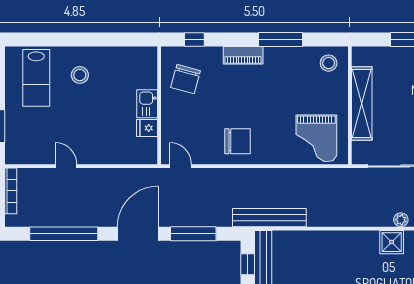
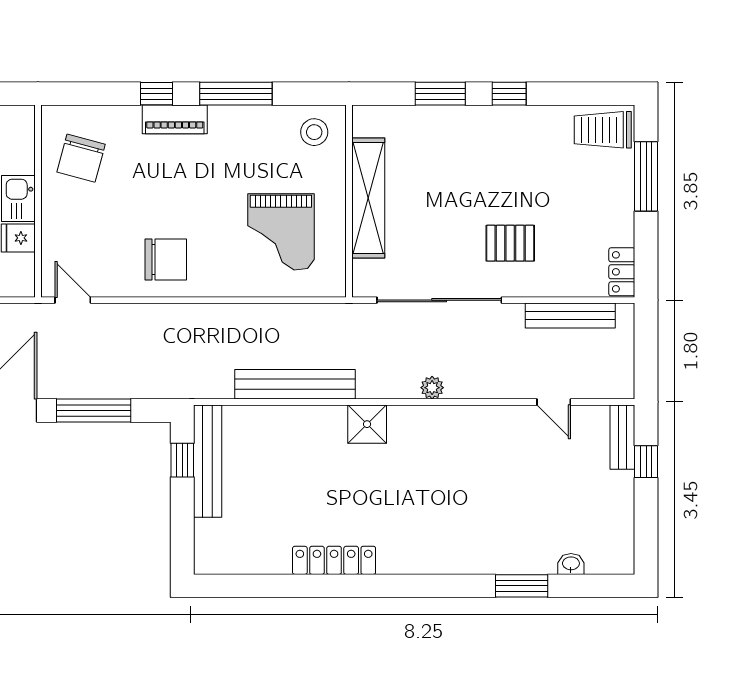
window: (194, 40) -> (156, 94), moved
grand piano: (316, 138) -> (281, 232), moved
bench: (269, 218) -> (295, 384), moved
shower: (392, 242) -> (367, 424), moved

